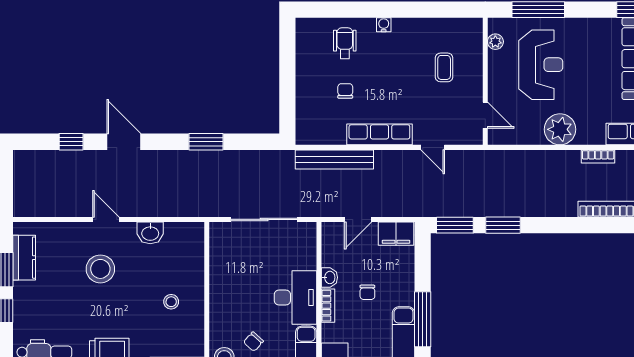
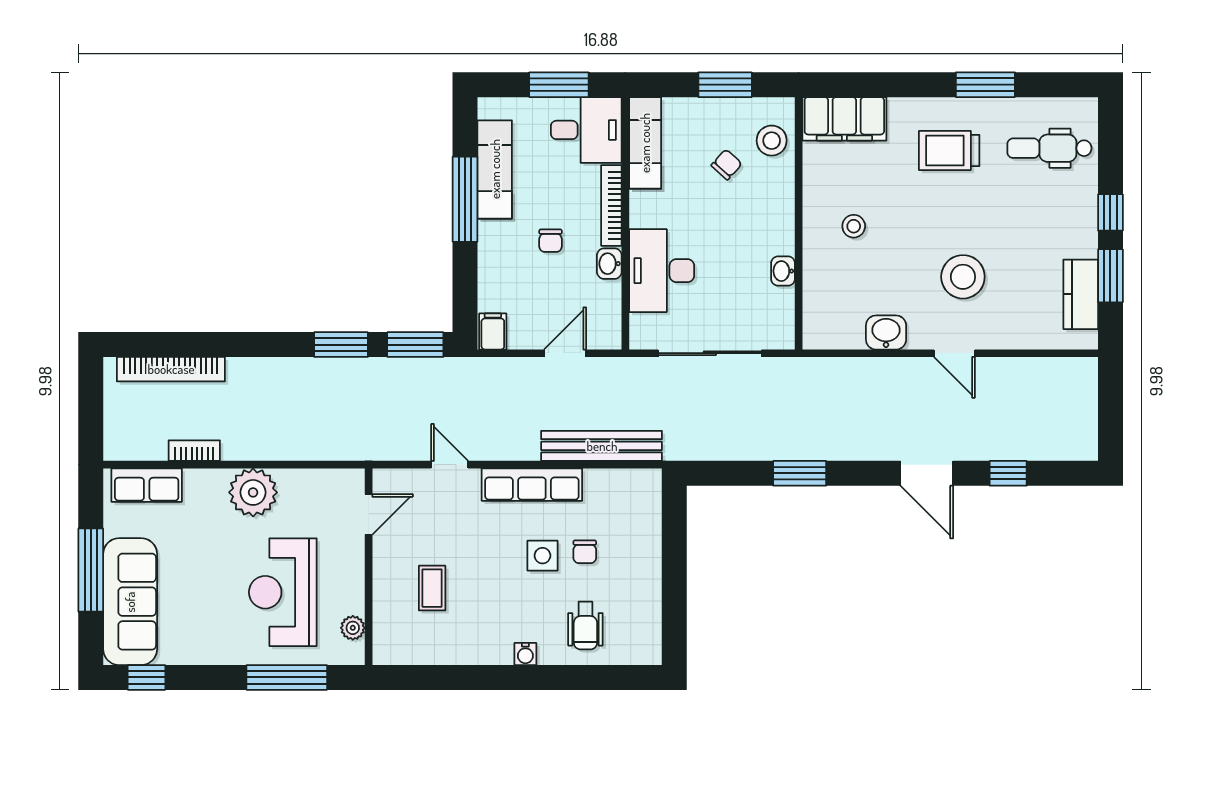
side table: (373, 88) -> (542, 556), added
door: (485, 115) -> (369, 514), swing flipped
filing cabinet: (396, 234) -> (493, 331), width x0.50
washbasin: (217, 273) -> (783, 271), added
chair: (367, 292) -> (550, 241), turned 180
desk: (295, 298) -> (662, 271), moved
bookcase: (328, 306) -> (611, 206), width x1.56

